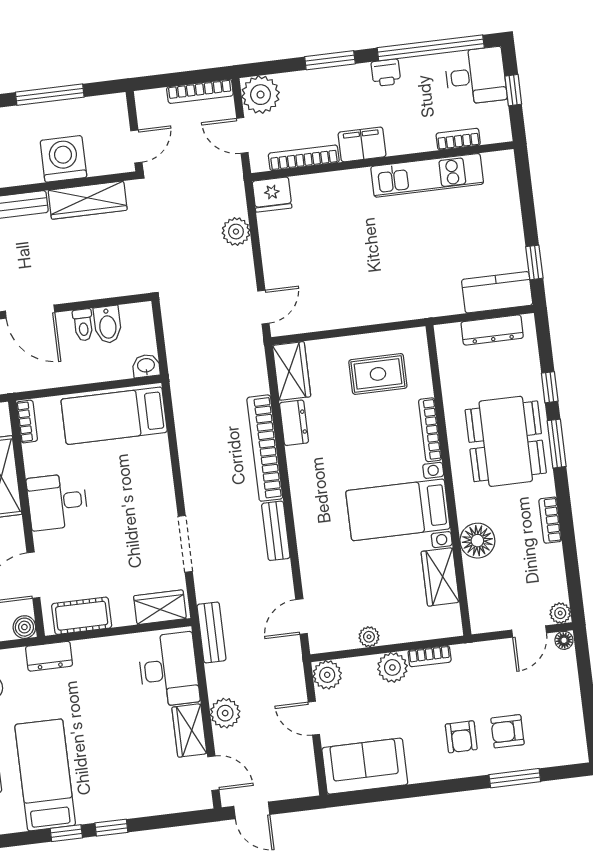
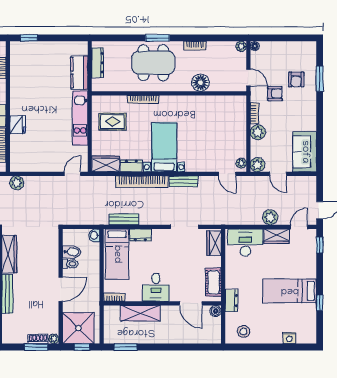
kitchen unit: (427, 175) -> (80, 118), moved, turned 180
fridge: (272, 195) -> (18, 125), moved
plant: (236, 232) -> (17, 183), moved
window: (534, 262) -> (29, 38), moved
kitchen counter: (497, 292) -> (79, 73), moved
door: (263, 307) -> (73, 174), hinge flipped
rug: (378, 374) -> (112, 122), turned 90
window: (550, 387) -> (129, 38), removed
dresser: (158, 458) -> (140, 235), added
bed with nightstands: (398, 510) -> (164, 147), moved, turned 180
wardrobe: (440, 577) -> (216, 103), removed
door: (529, 631) -> (248, 78), moved
bench: (211, 632) -> (124, 219), moved
plant: (369, 637) -> (241, 163), moved
door: (314, 718) -> (278, 174), hinge flipped
armchair: (461, 737) -> (275, 94), moved
bed: (45, 775) -> (290, 291), moved
window: (111, 828) -> (320, 245), moved

